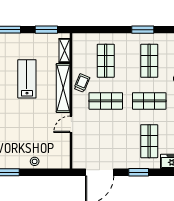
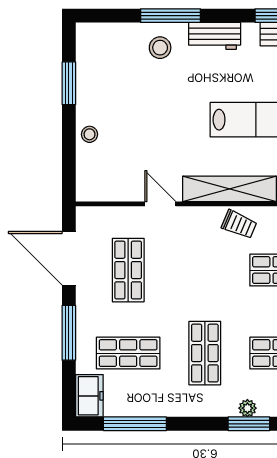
shop shelf: (106, 101) -> (128, 270), moved
window: (139, 172) -> (69, 333), width x1.44

